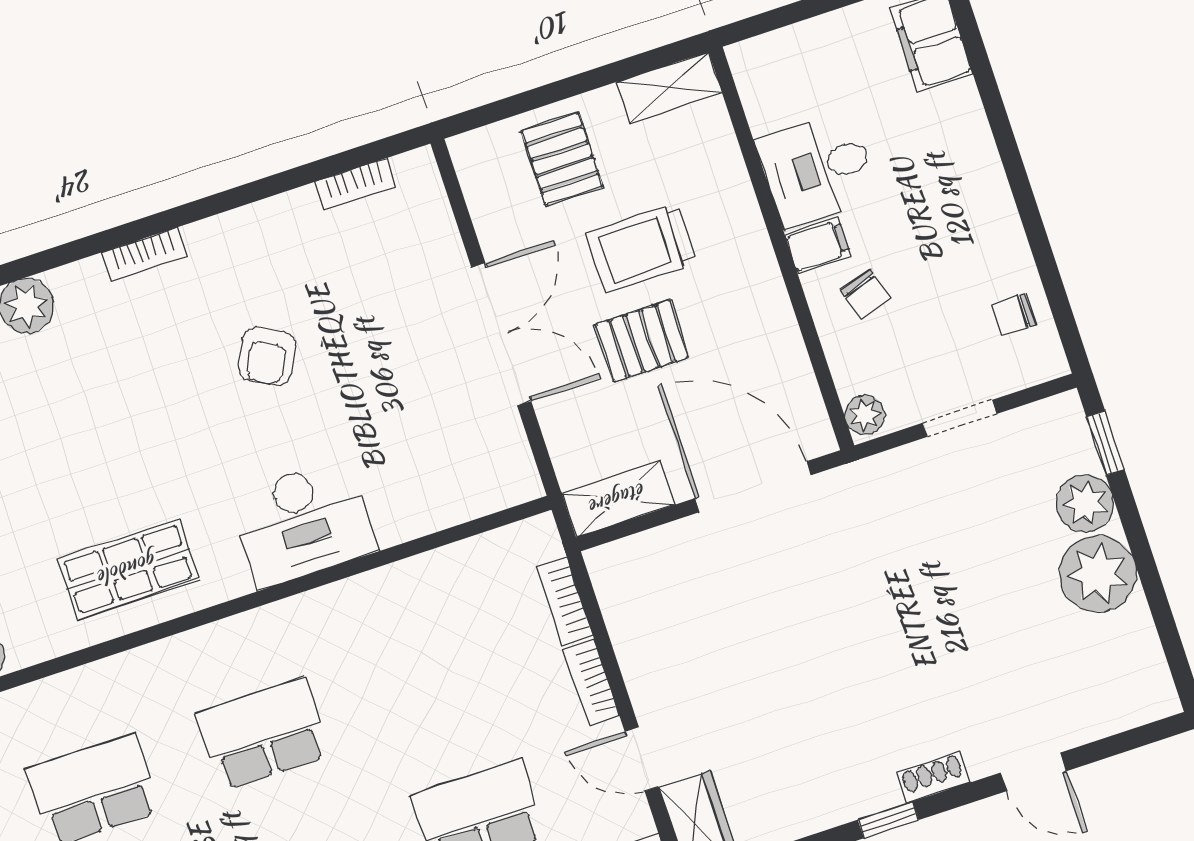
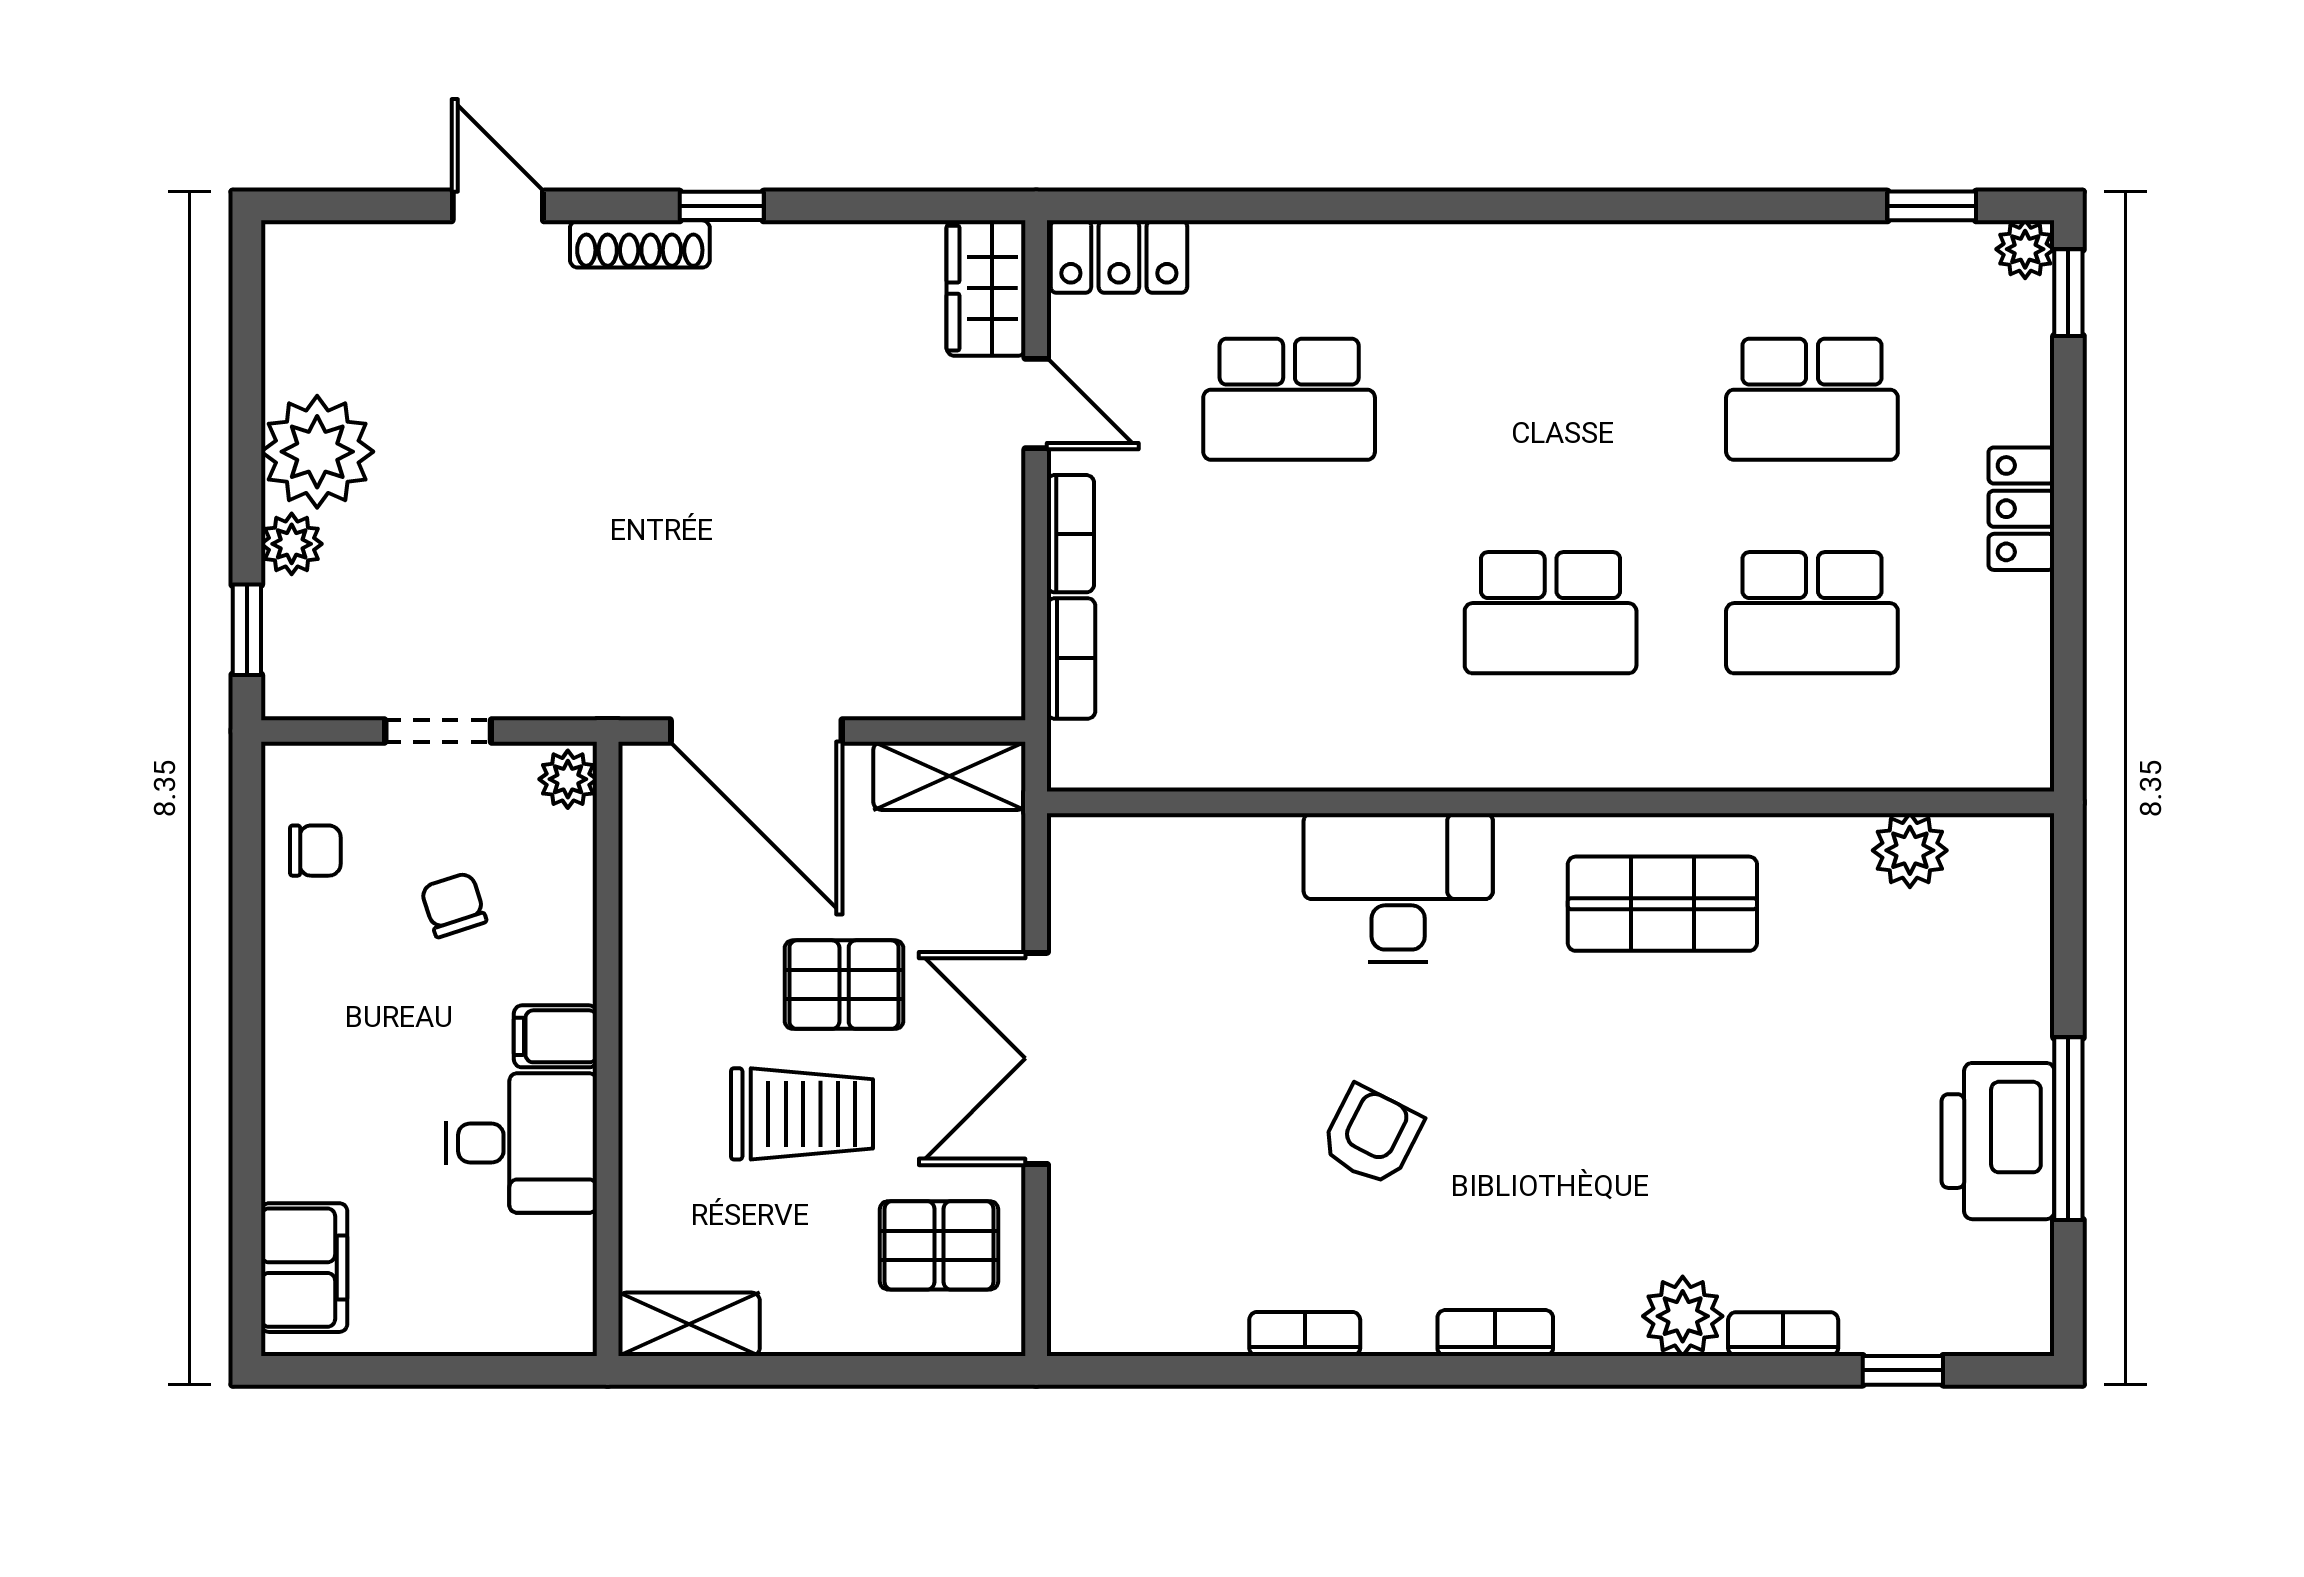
pallet: (562, 159) -> (939, 1245), moved, turned 90
bookcase: (356, 184) -> (1305, 1334), moved
chair: (866, 294) -> (454, 905), moved
plant: (1085, 503) -> (292, 544), width x0.73, depth x0.73
shoe rack: (933, 778) -> (640, 244), width x1.43

